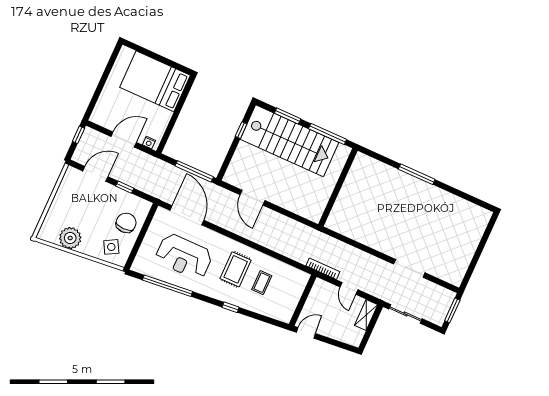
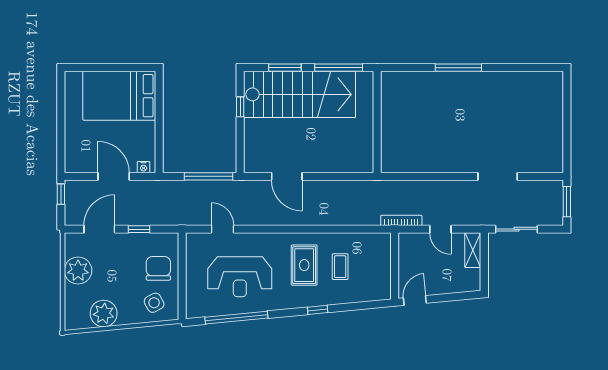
door: (124, 139) -> (114, 176), hinge flipped
plant: (66, 197) -> (78, 271), added
door: (187, 215) -> (223, 229), width x0.53

